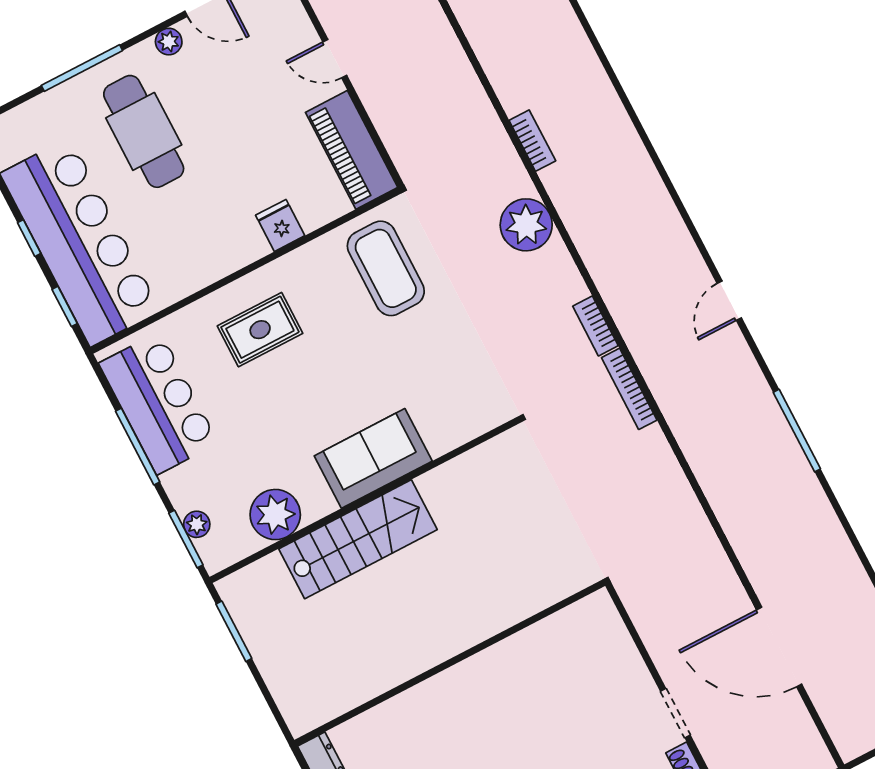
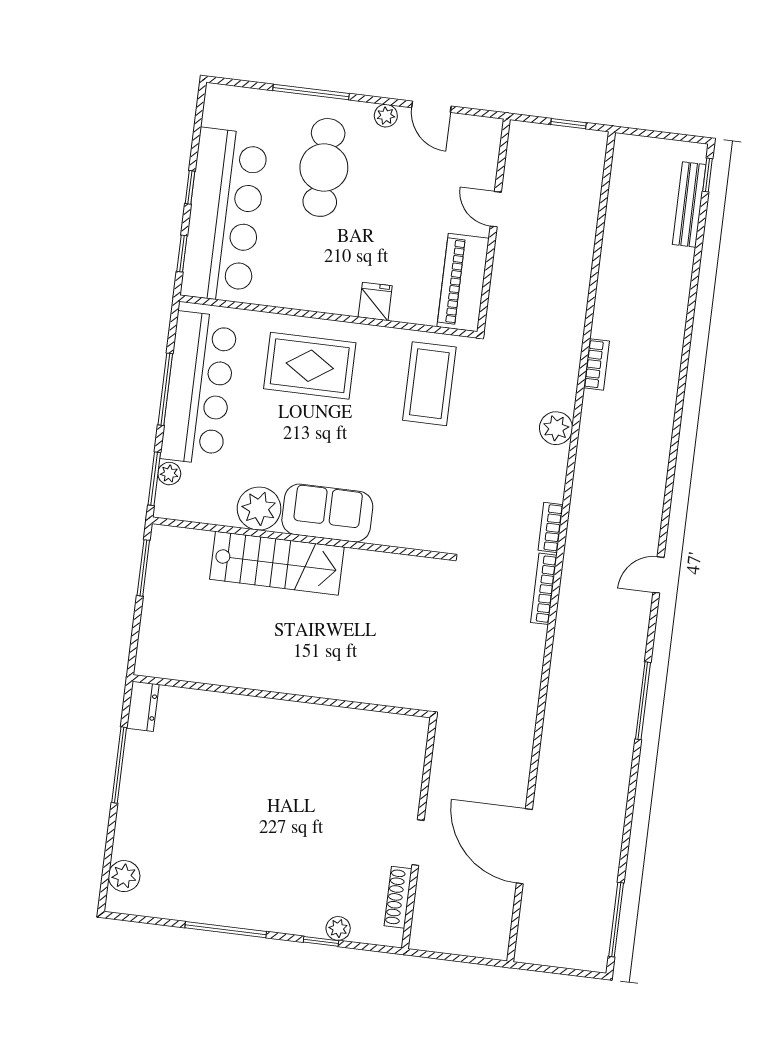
plant: (526, 225) -> (556, 428), width x0.73, depth x0.73
rug: (260, 330) -> (310, 366), width x1.36, depth x1.43
bar counter: (159, 403) -> (199, 388), width x1.36
plant: (275, 515) -> (259, 509), moved

